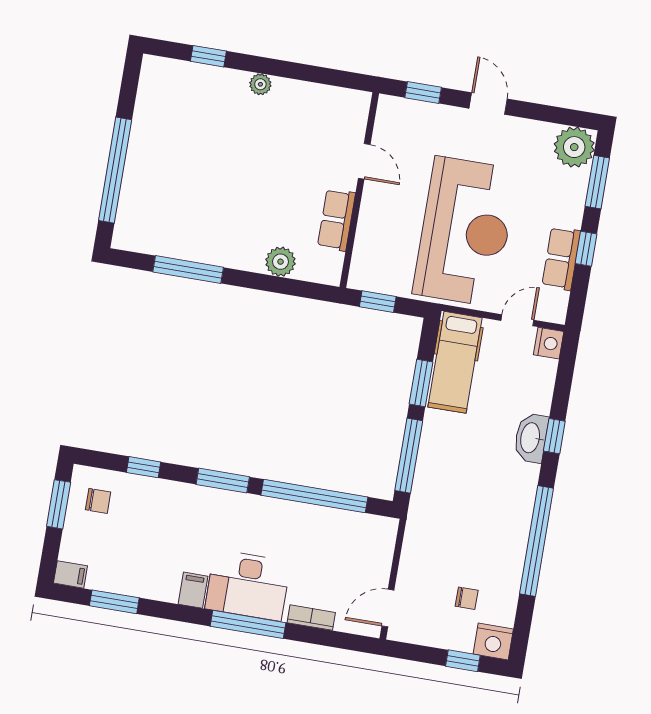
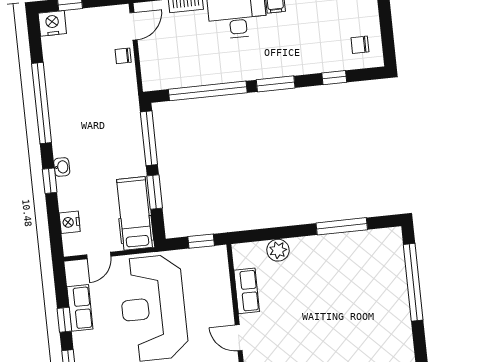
nightstand: (549, 343) -> (70, 222), moved
washbasin: (531, 438) -> (62, 167), width x0.52, depth x0.69
window: (59, 504) -> (387, 35), removed
chair: (467, 598) -> (123, 56), moved

